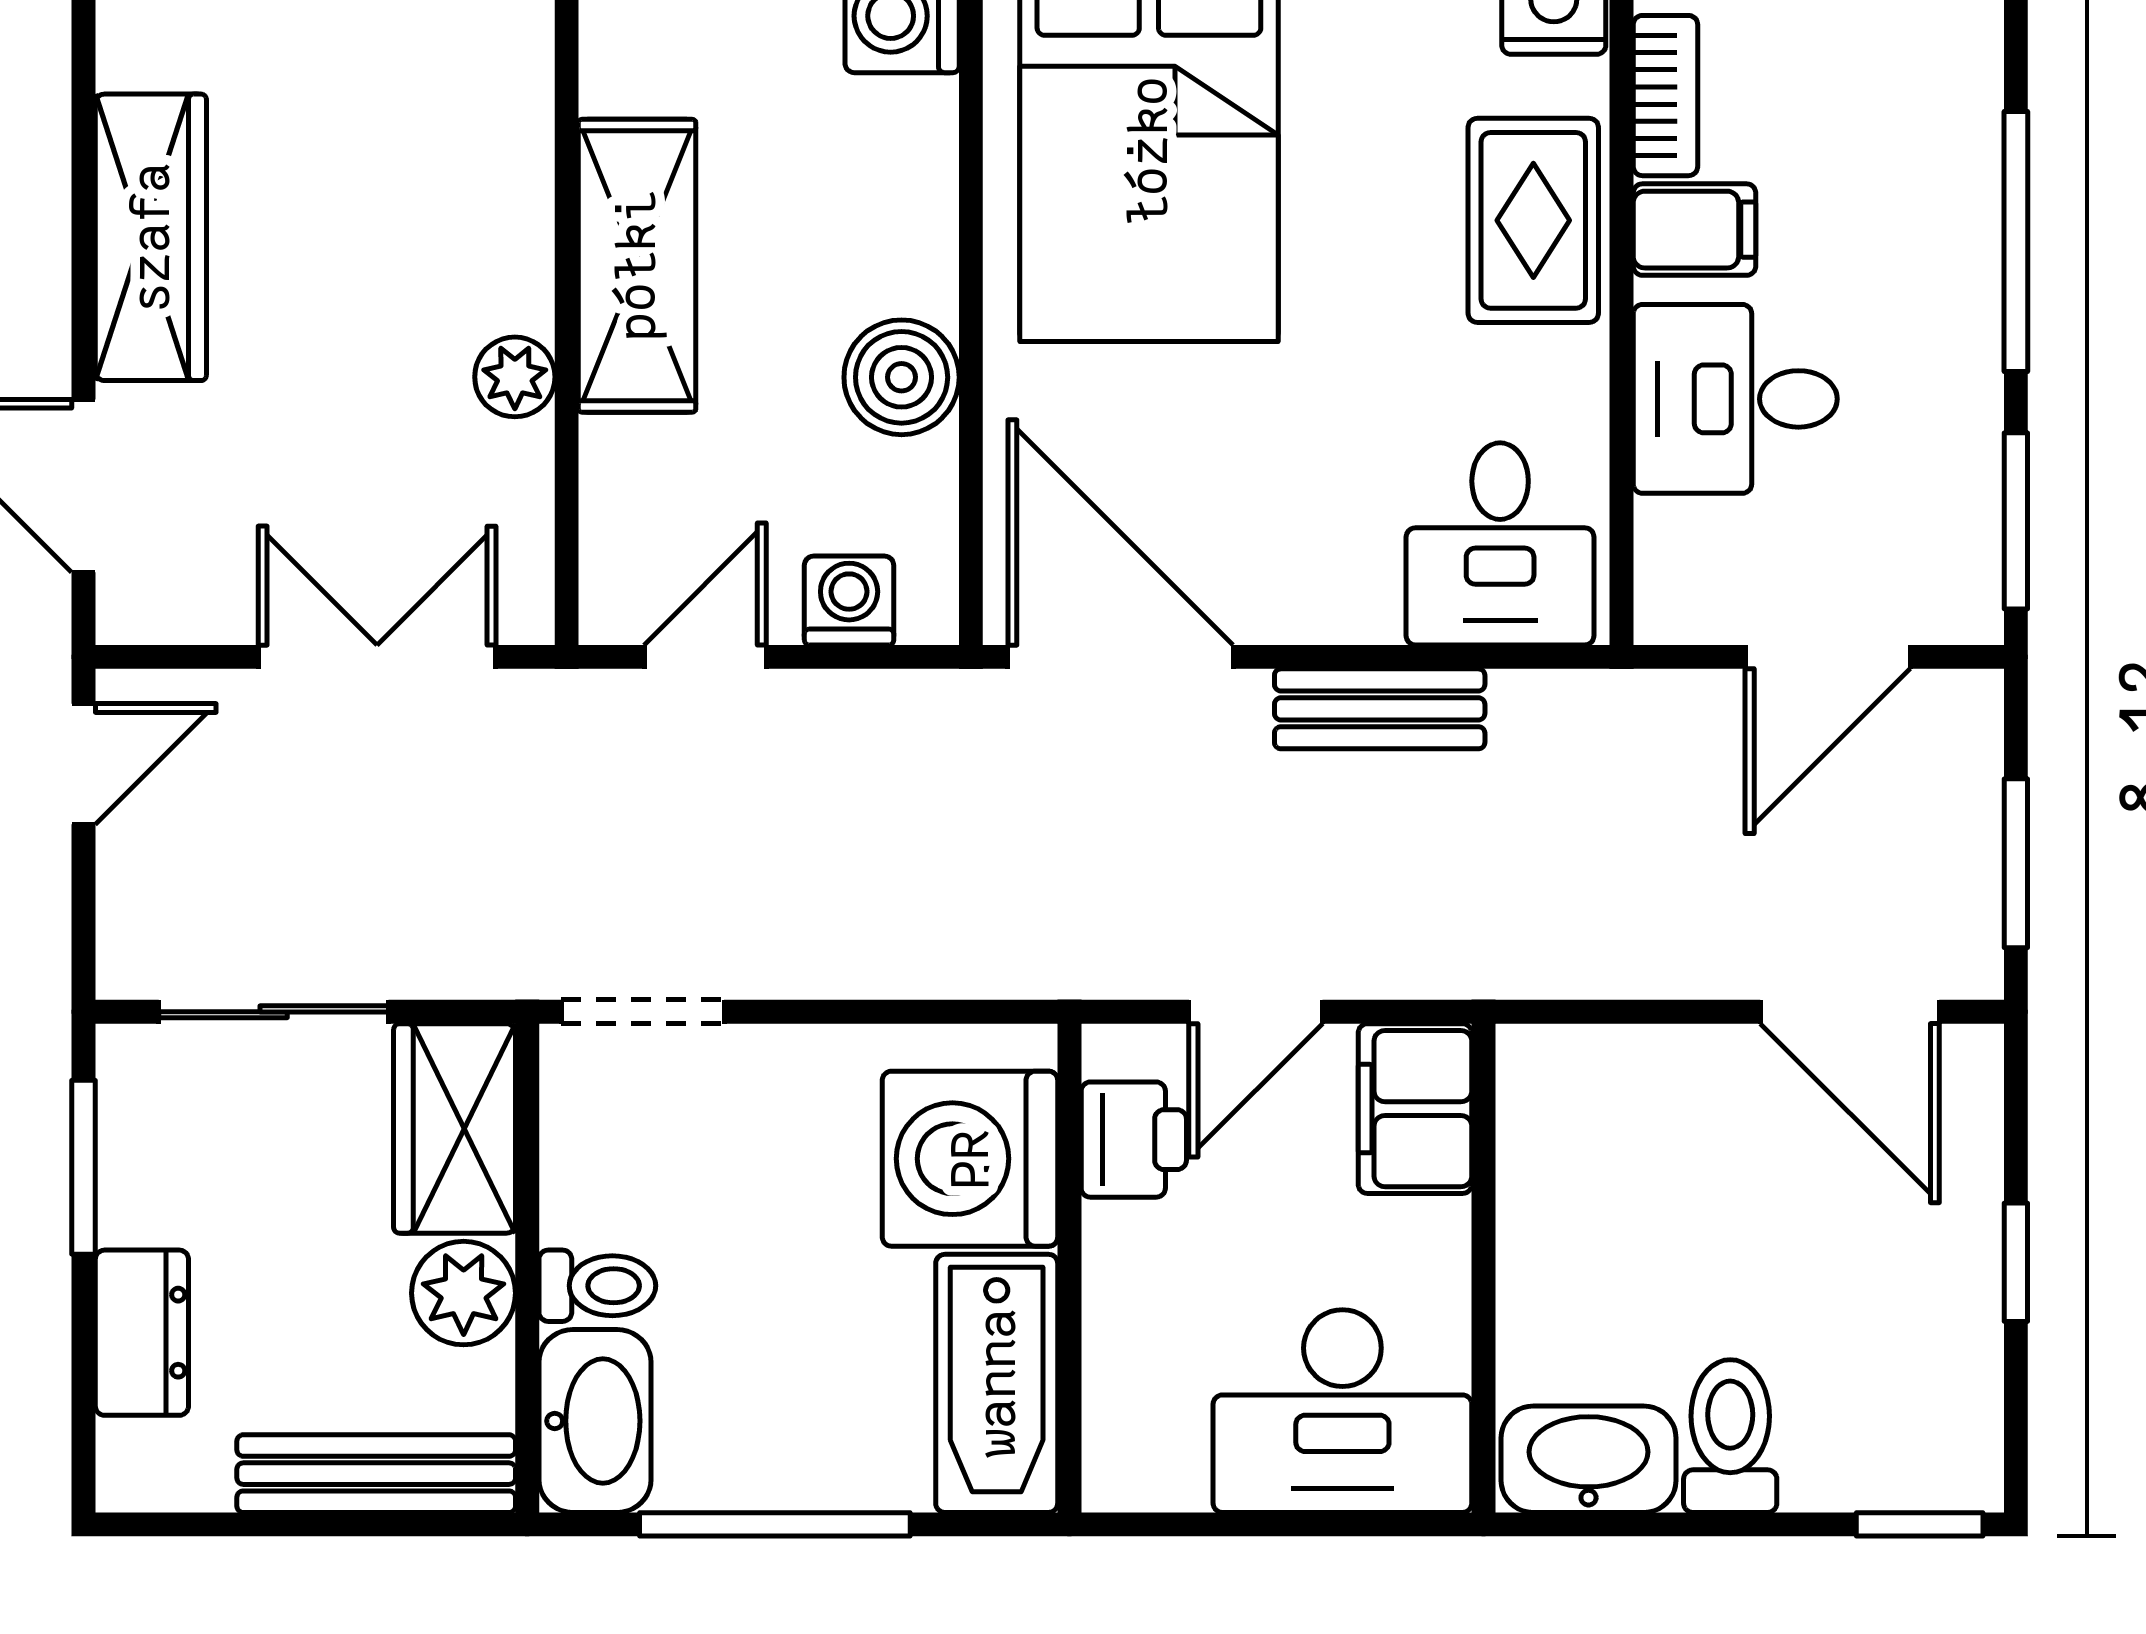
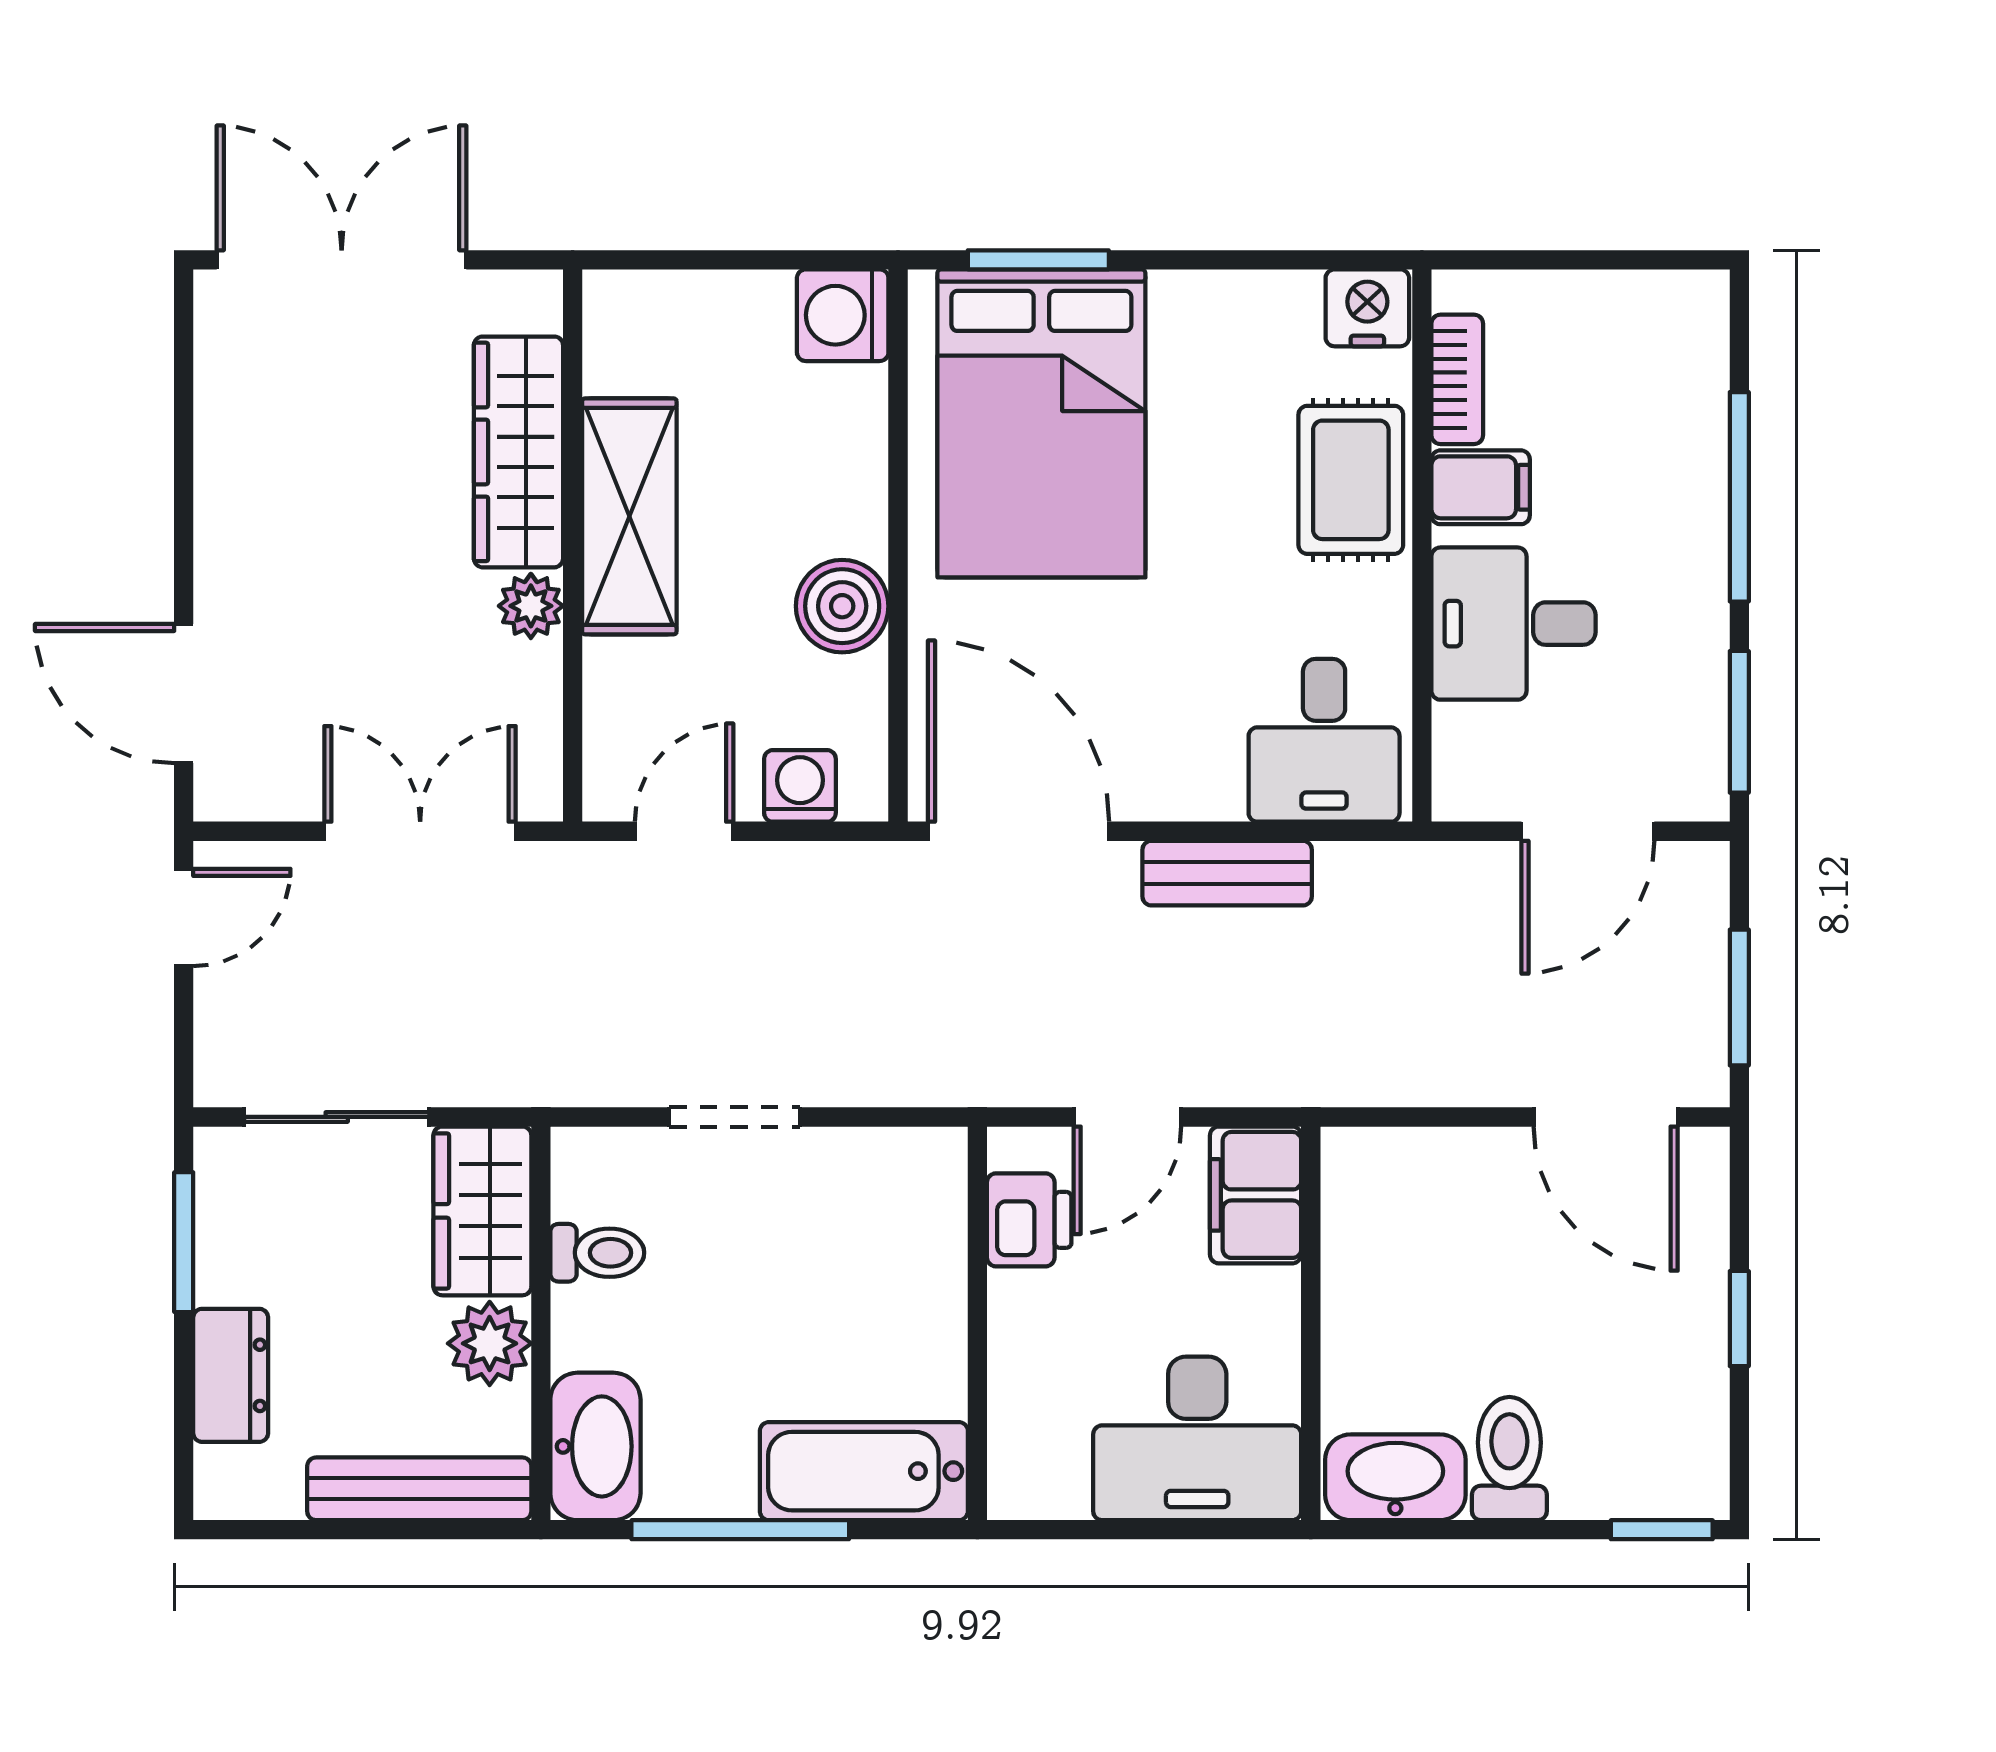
wardrobe: (151, 237) -> (518, 452), moved, turned 180
doorway: (643, 1012) -> (735, 1117), moved
washing machine: (970, 1159) -> (897, 1235), removed
toilet: (597, 1286) -> (597, 1253), moved
bathtub: (997, 1383) -> (864, 1471), moved, turned 90

